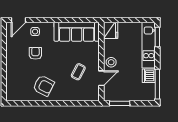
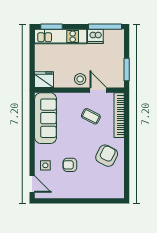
bookcase: (79, 97) -> (119, 115), added

